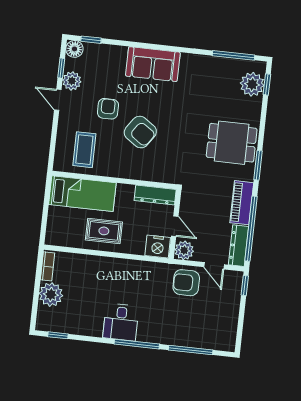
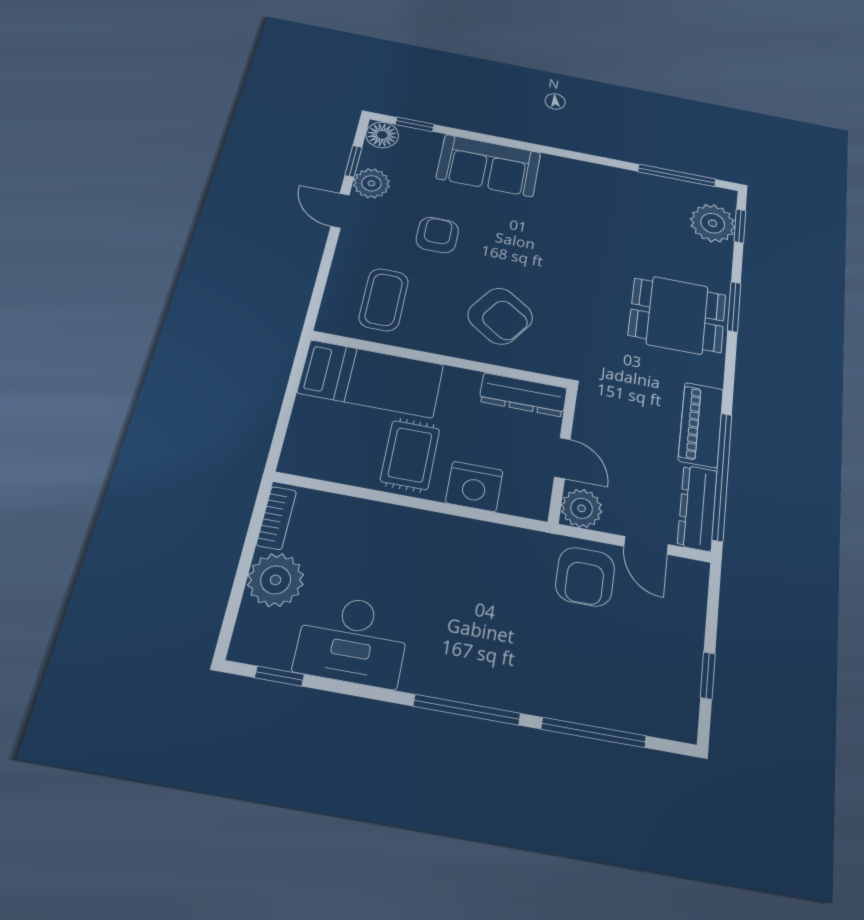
sofa: (153, 64) -> (489, 165), moved
armchair: (140, 132) -> (500, 316), moved
window: (258, 165) -> (734, 307), moved
rug: (104, 231) -> (410, 455), turned 90
nightstand: (158, 247) -> (474, 486), moved
armchair: (186, 283) -> (585, 577), turned -90
window: (245, 286) -> (708, 675), moved
desk: (121, 322) -> (353, 640), moved, width x1.37

